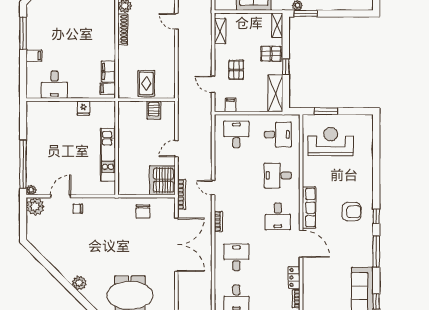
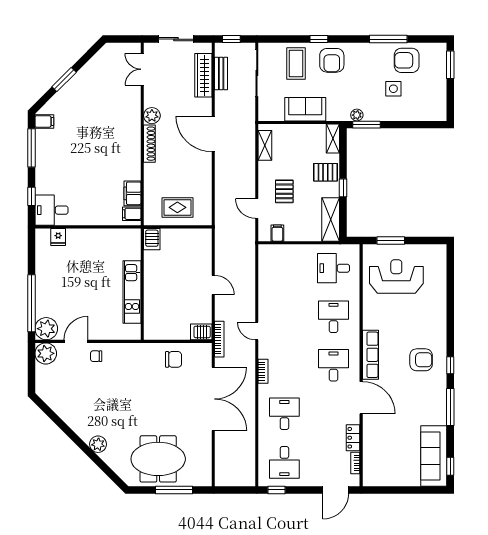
door: (176, 21) -> (213, 134), width x1.87
filing cabinet: (34, 56) -> (44, 121), moved
window: (23, 74) -> (31, 196), added
rug: (146, 83) -> (177, 207), turned 90
desk: (54, 85) -> (51, 210), moved, turned 90
fridge: (83, 108) -> (58, 237), moved
server rack: (154, 110) -> (152, 239), moved
desk: (236, 135) -> (284, 268), removed
desk: (278, 135) -> (334, 268), turned 180
door: (176, 149) -> (213, 285), swing flipped
desk: (278, 175) -> (334, 317), turned 90
server rack: (162, 180) -> (201, 332), width x0.46, depth x0.70
plant: (31, 190) -> (46, 329), width x1.87, depth x1.87
chair: (143, 211) -> (174, 359), turned -90
desk: (278, 216) -> (334, 365), turned 180

